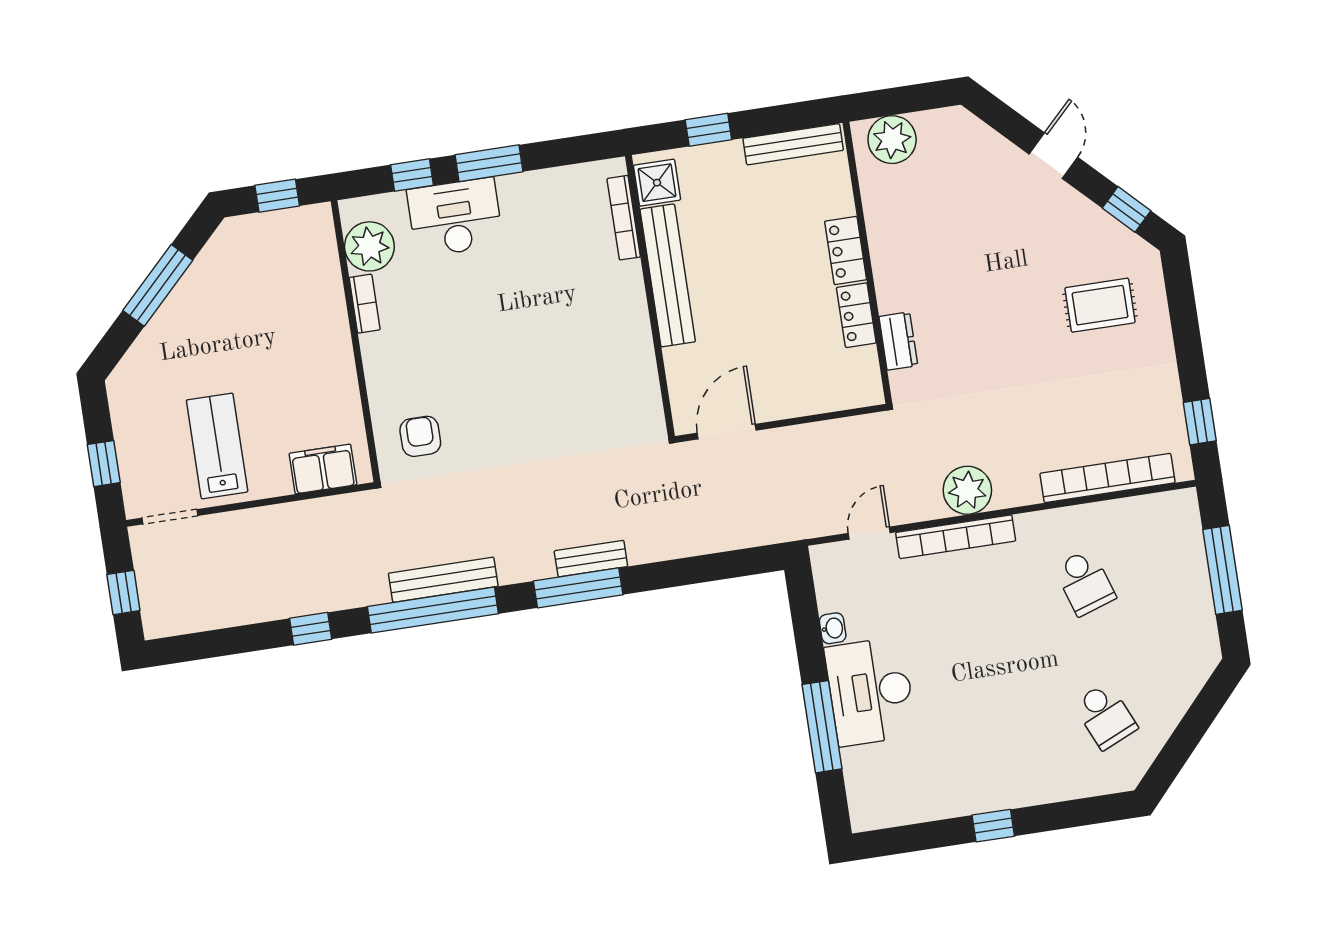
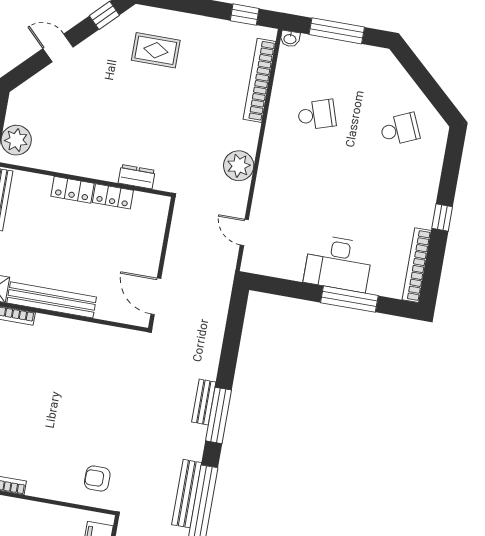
rug: (1100, 305) -> (156, 50), turned 90
bookcase: (956, 537) -> (417, 265), moved, turned 180
washbasin: (833, 628) -> (290, 39), moved, turned 180

